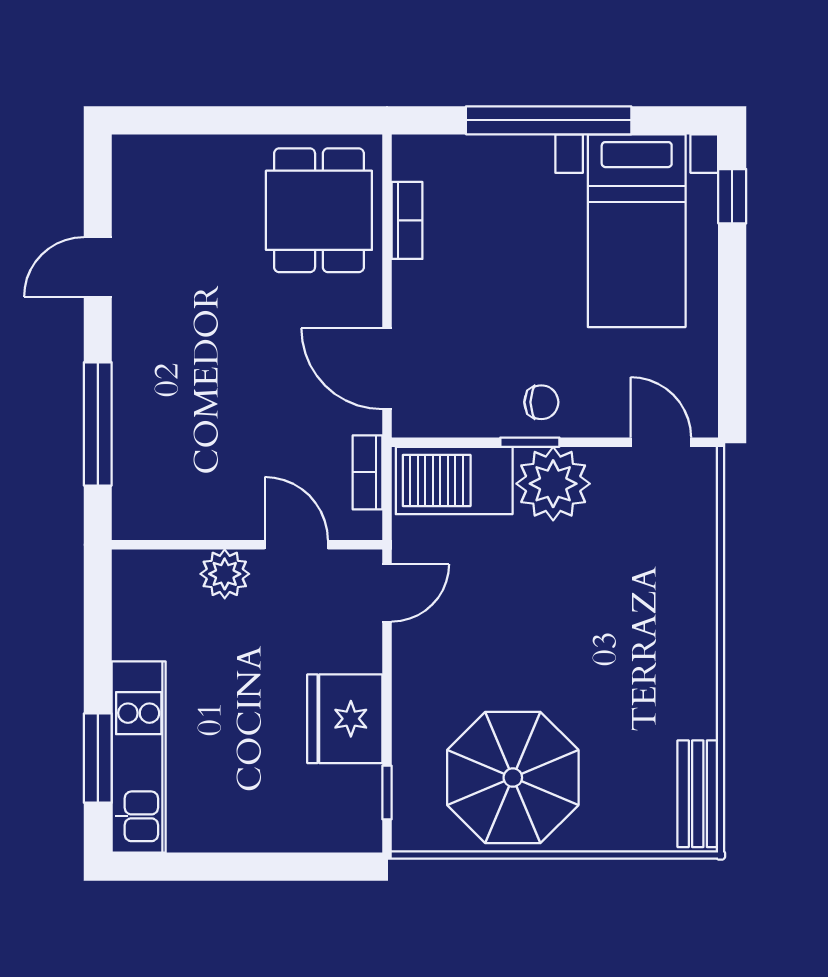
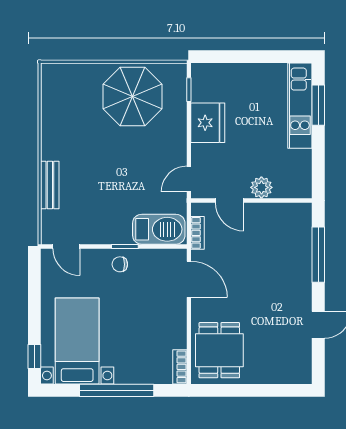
bookcase: (407, 220) -> (180, 367), moved
plant: (553, 484) -> (115, 228), removed
bench: (698, 794) -> (50, 185), moved

